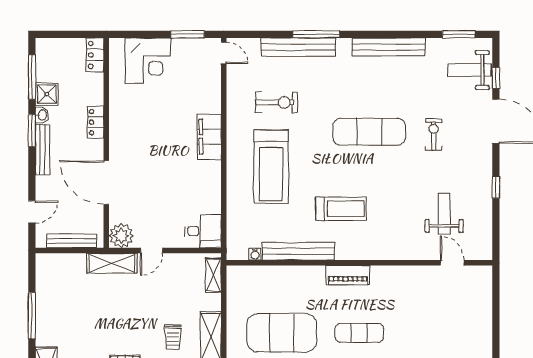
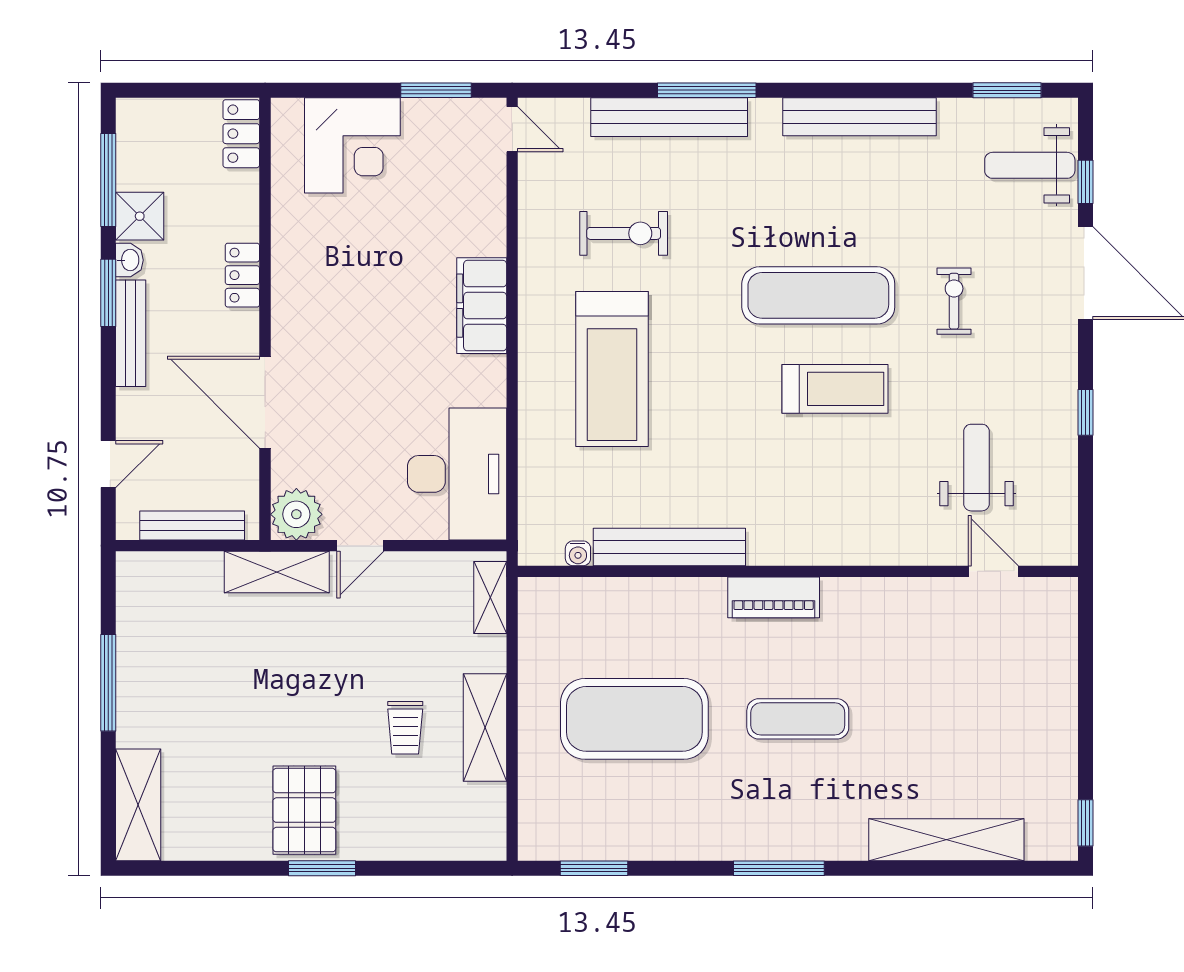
treadmill: (341, 209) -> (835, 389), moved
desk: (203, 231) -> (457, 474), width x1.87, depth x1.30

